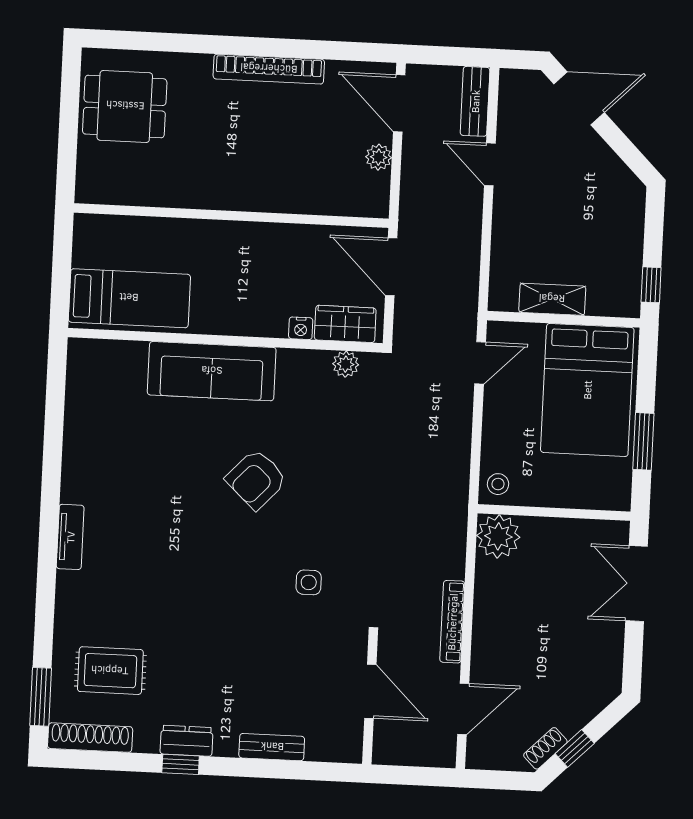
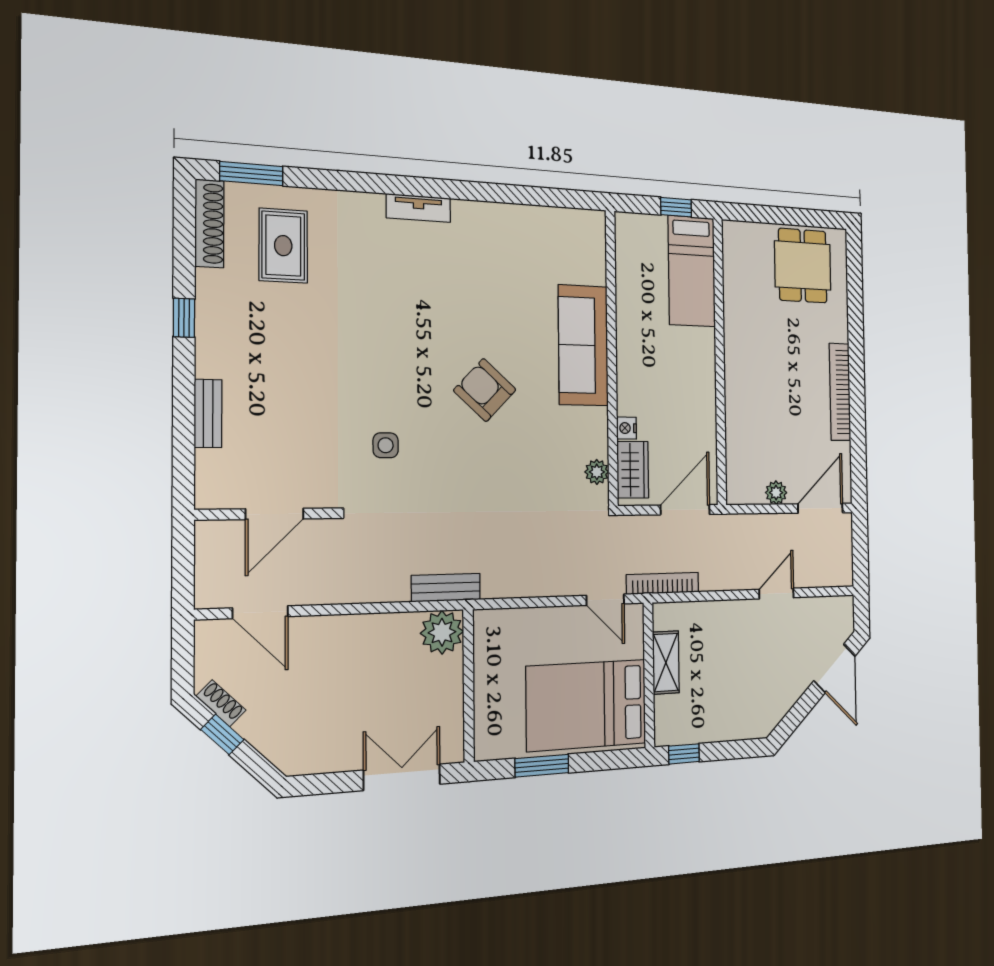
bench: (475, 101) -> (446, 588), moved
window: (62, 256) -> (676, 207), added
bed: (129, 298) -> (692, 271), moved
stool: (498, 484) -> (493, 627), removed
bookcase: (452, 622) -> (663, 583), moved
dresser: (187, 741) -> (211, 324), removed

